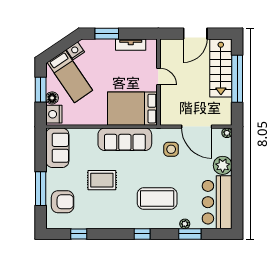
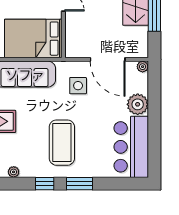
coffee table: (157, 198) -> (62, 143), turned 90
plant: (185, 224) -> (14, 172), moved
window: (190, 234) -> (79, 184), moved

